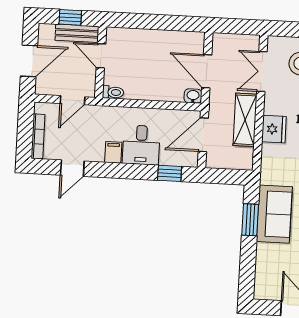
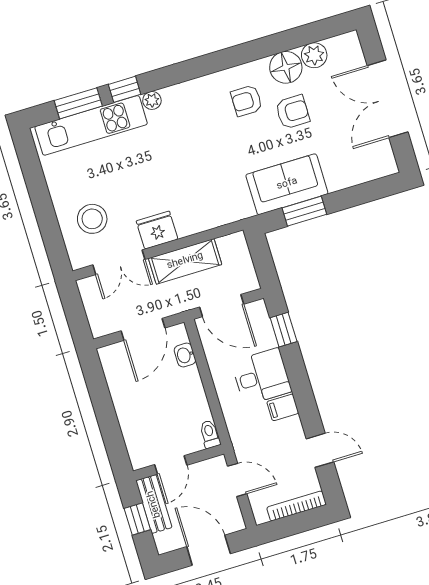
washbasin: (193, 96) -> (185, 355), moved
fridge: (274, 129) -> (157, 230), moved

